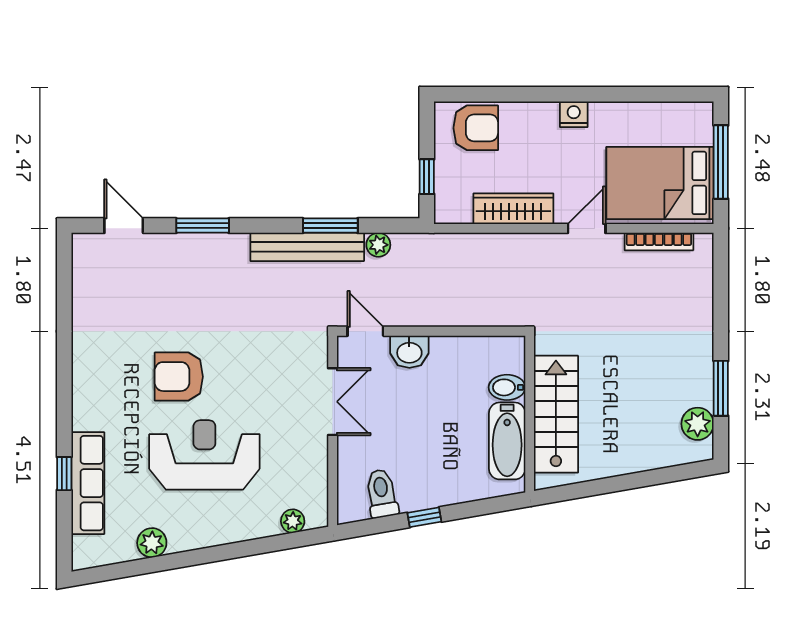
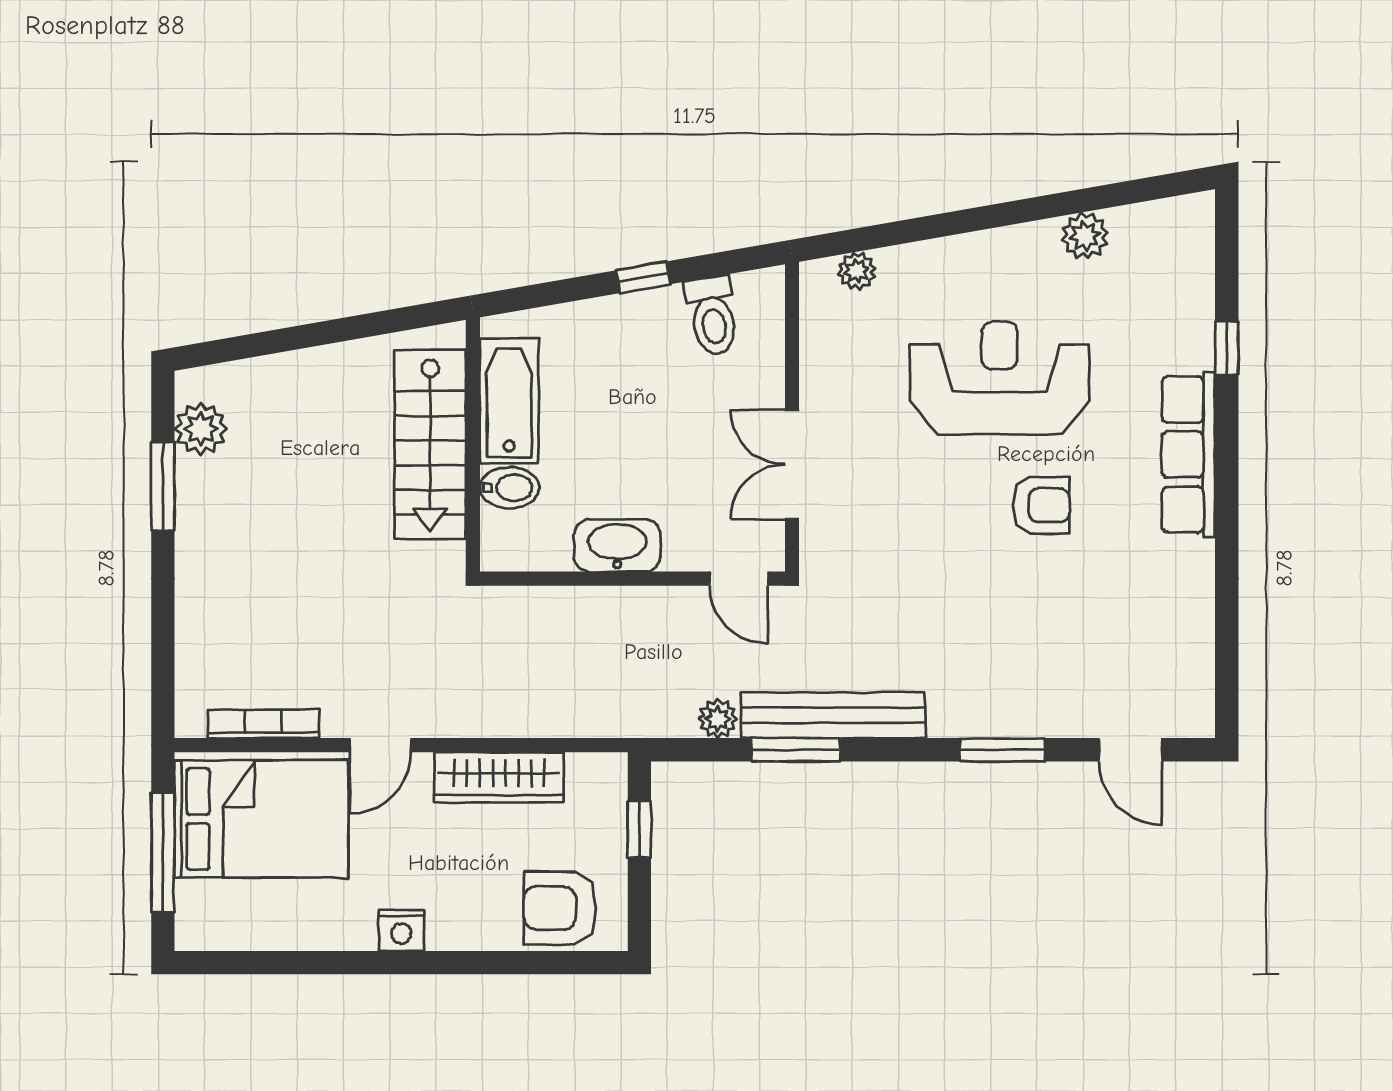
washbasin: (409, 352) -> (617, 545), moved, width x1.38
armchair: (179, 377) -> (1041, 505), width x0.72, depth x0.72
reception desk: (204, 455) -> (1000, 378), turned 180
row of seats: (88, 483) -> (1189, 455), moved

